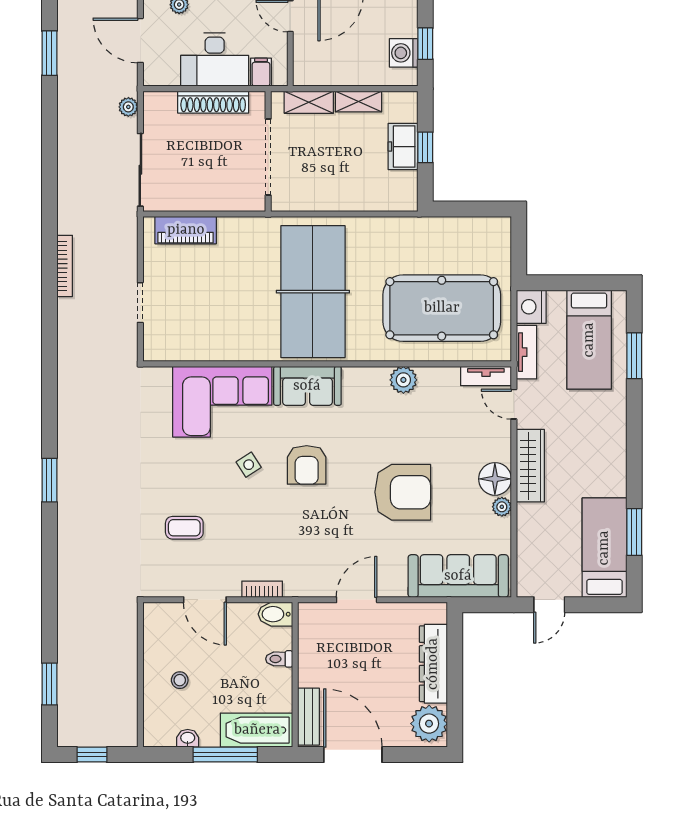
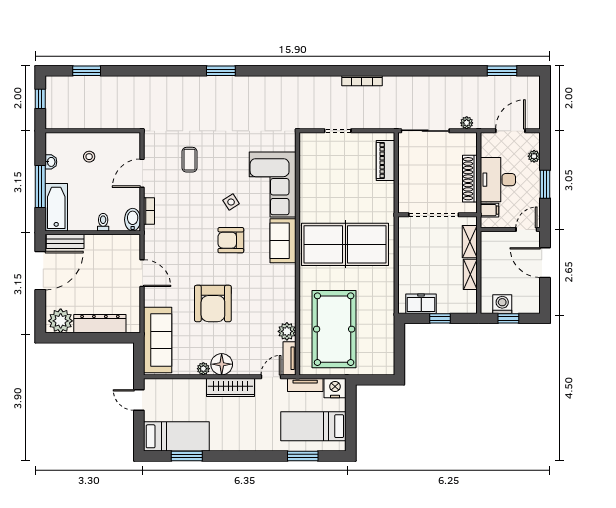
freezer: (403, 147) -> (421, 304), moved
plant: (403, 380) -> (287, 331), moved

